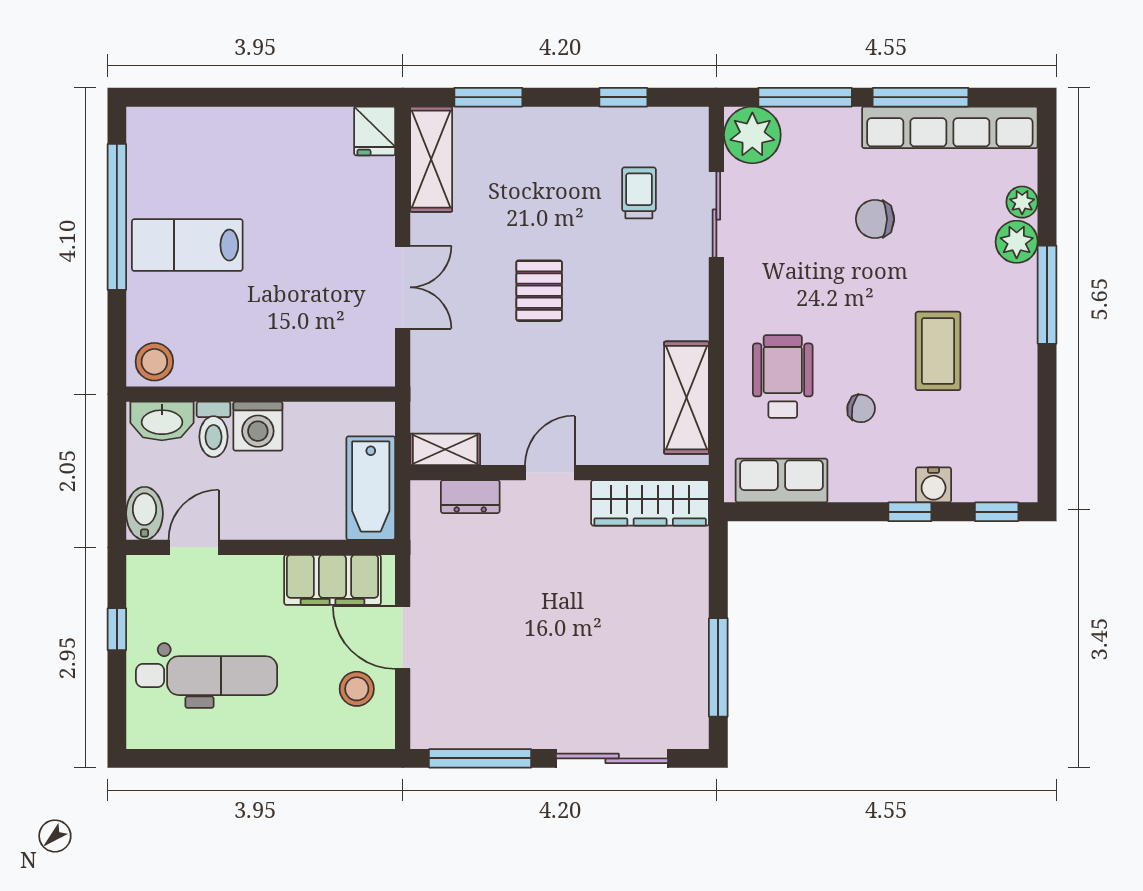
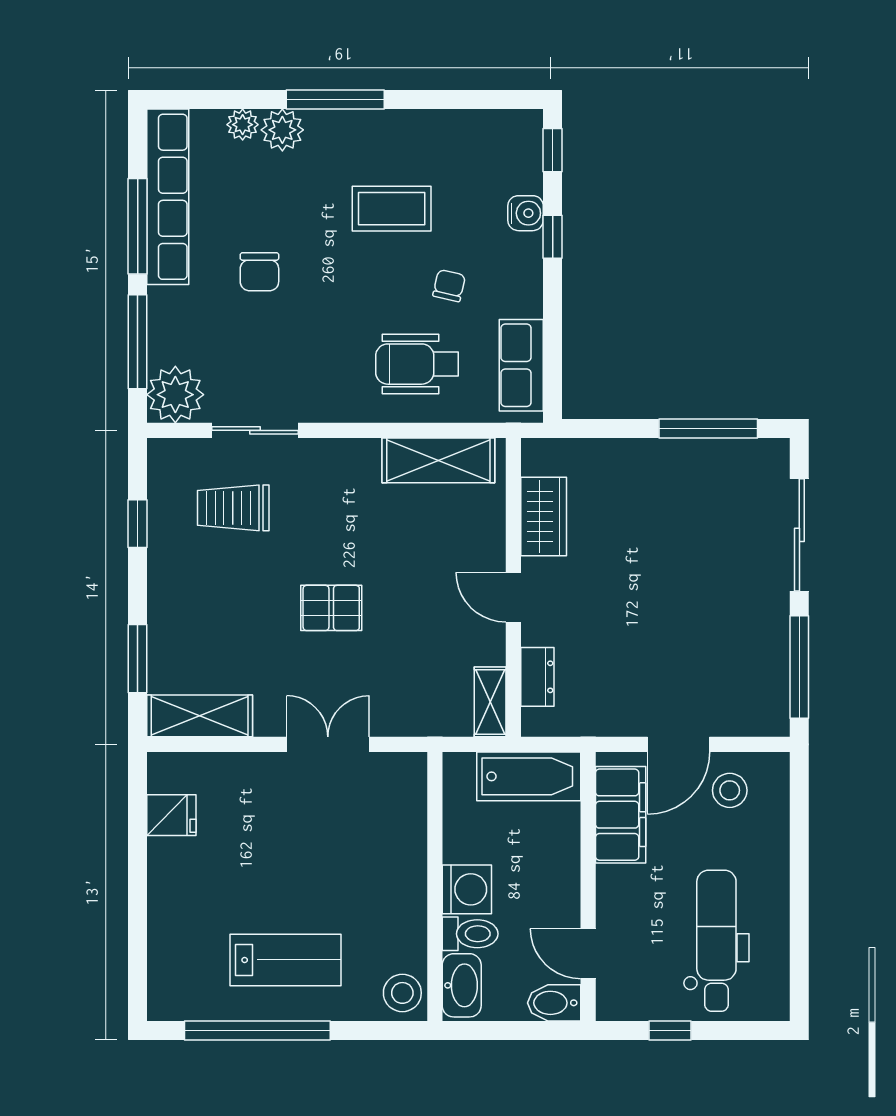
fridge: (375, 131) -> (171, 815), moved
trolley: (639, 193) -> (233, 508), width x1.36, depth x1.39
lab bench: (187, 245) -> (286, 960), turned -90
wardrobe: (650, 503) -> (544, 517), width x0.67

